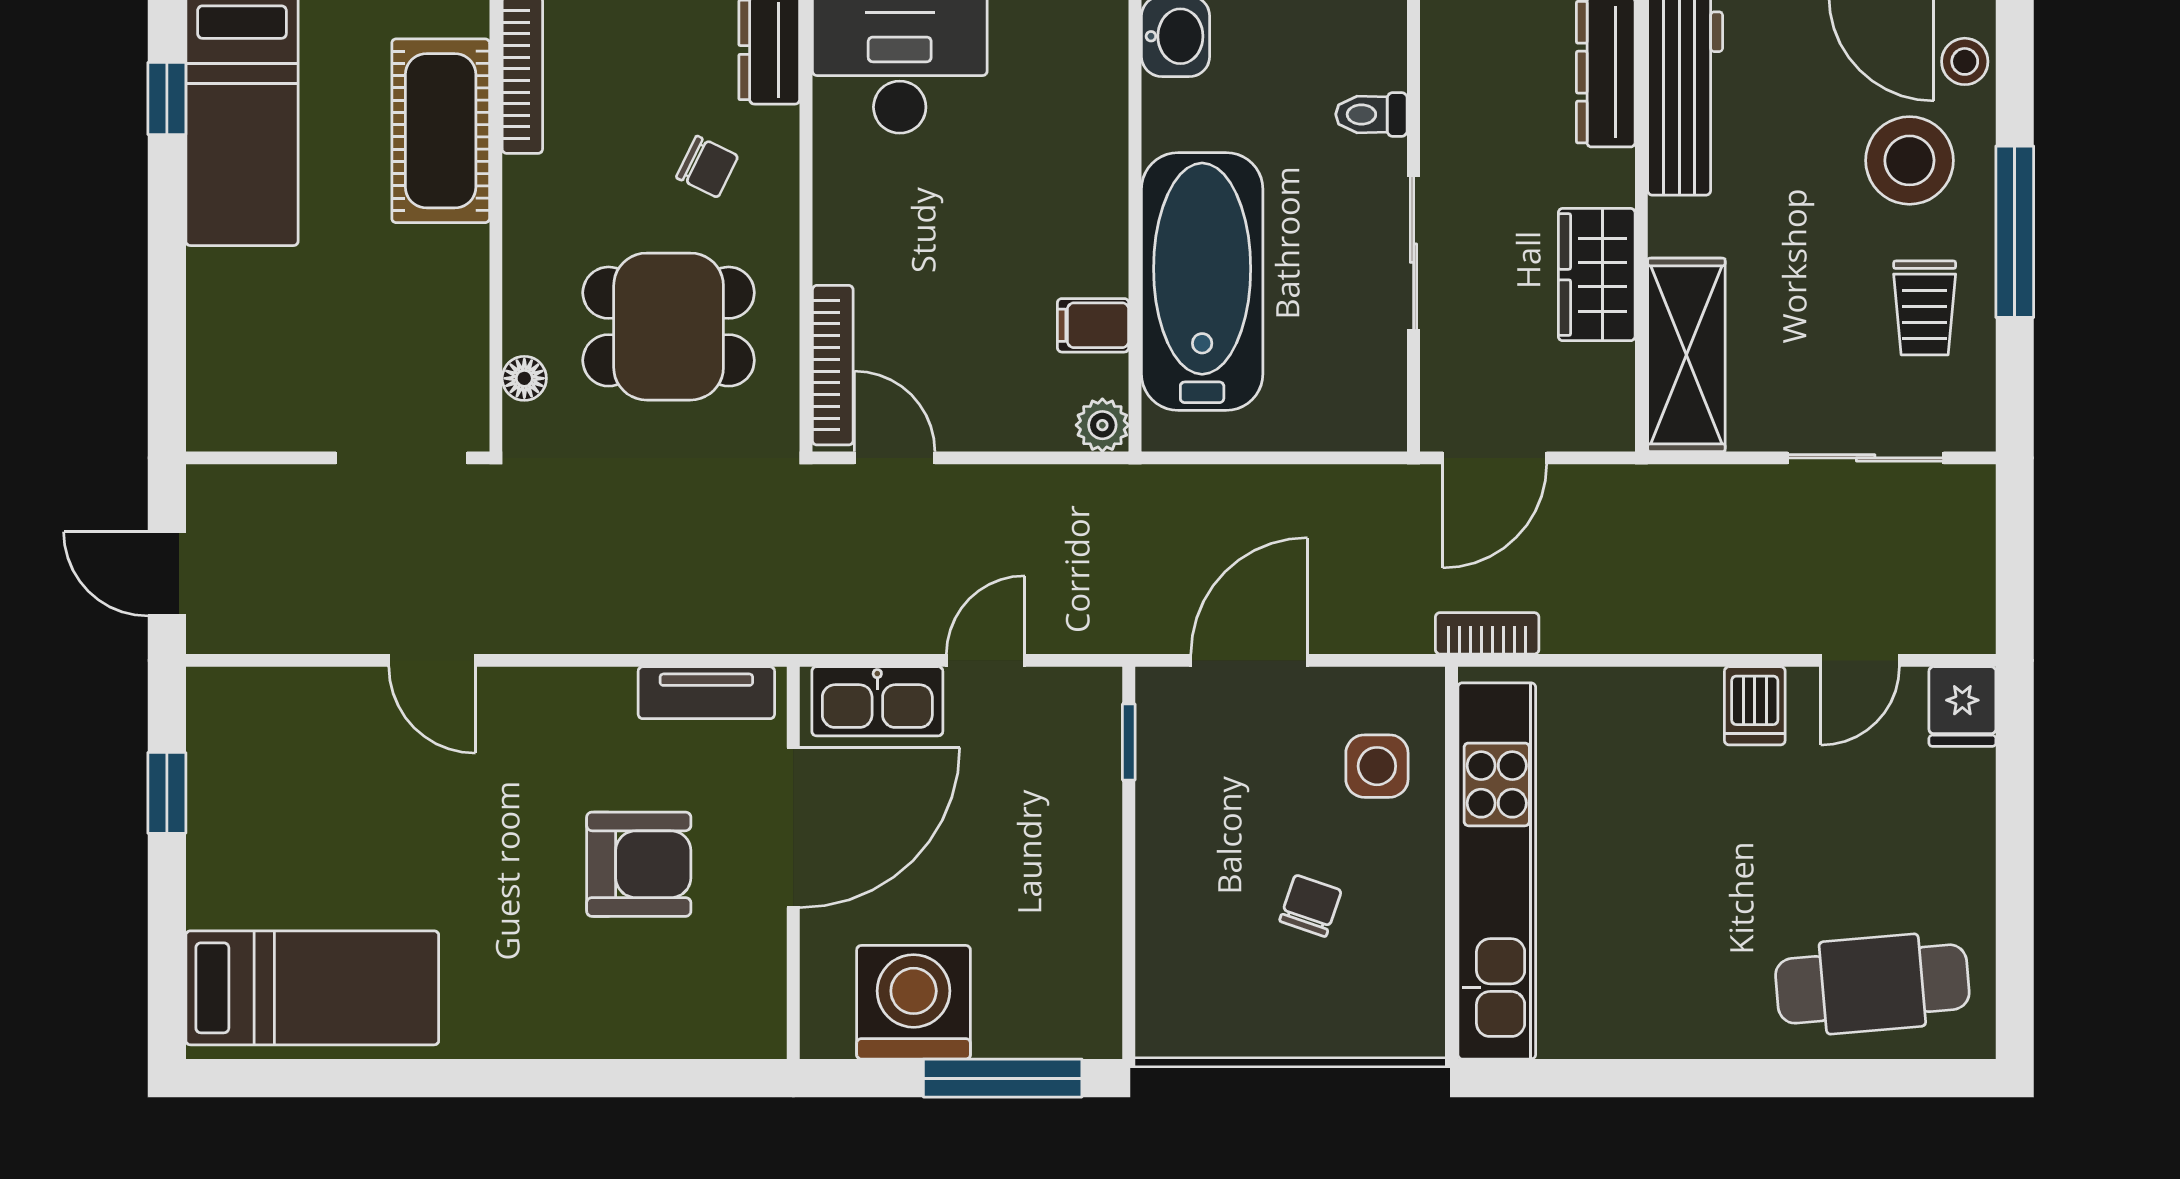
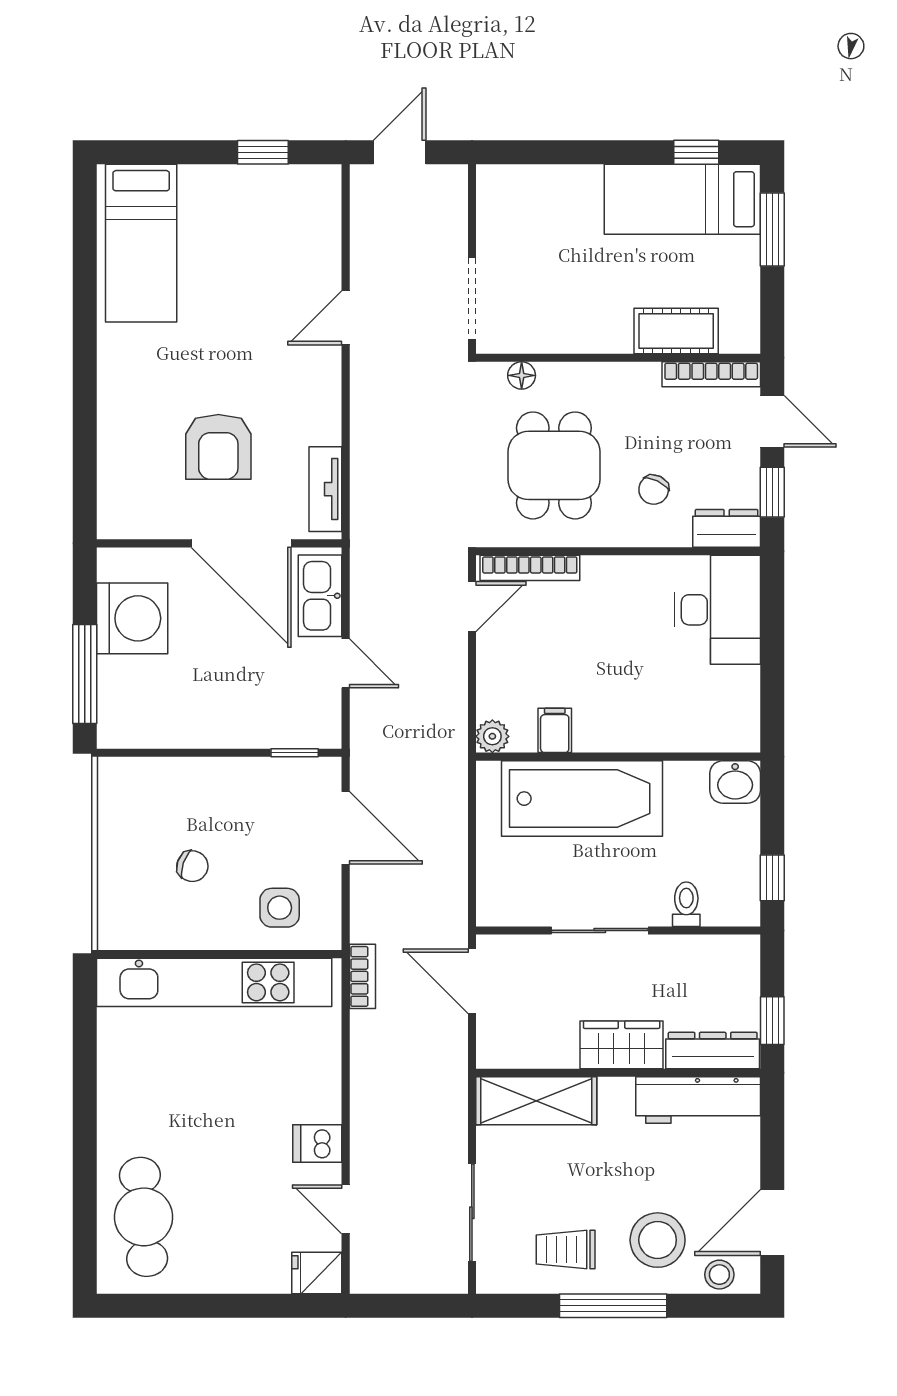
cot: (441, 131) -> (676, 331), width x0.73, depth x0.75
wardrobe: (1597, 275) -> (622, 1045), moved

